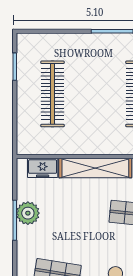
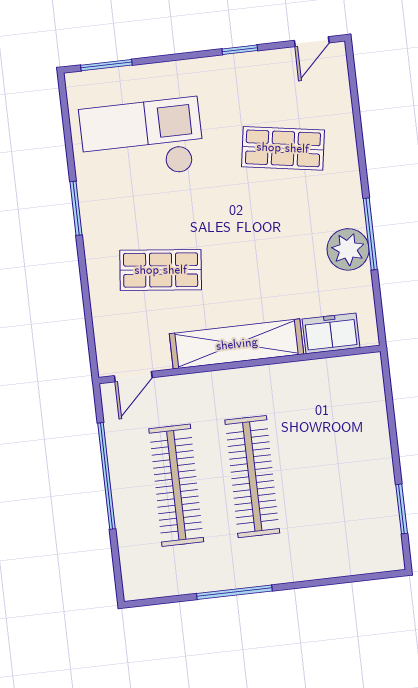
clothes rail: (53, 94) -> (252, 477), moved

